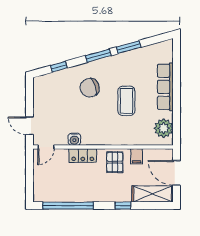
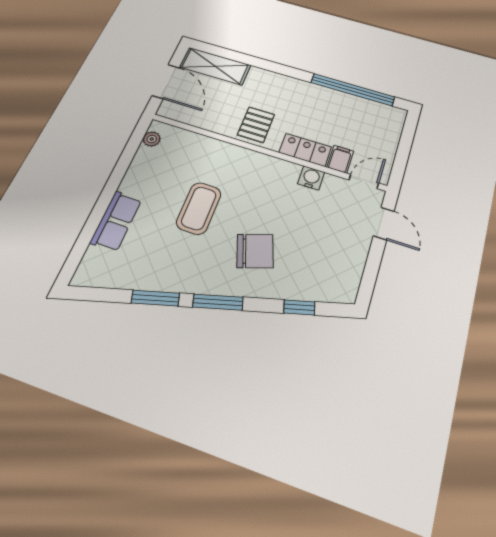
row of seats: (165, 87) -> (116, 221), width x0.68
plant: (164, 128) -> (152, 139), width x0.53, depth x0.53
filing cabinet: (137, 156) -> (340, 159), moved
window: (123, 206) -> (267, 65), removed

